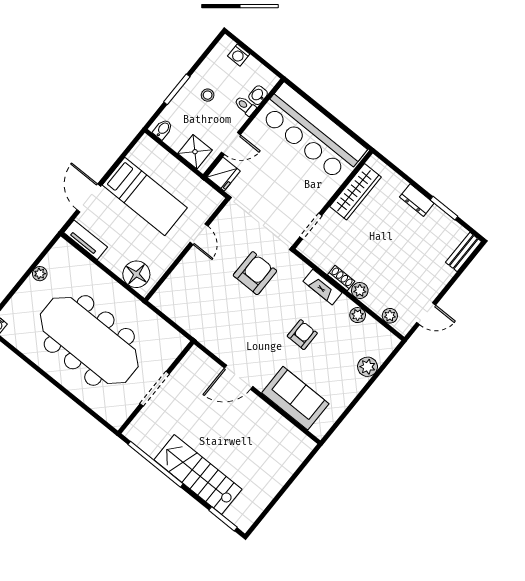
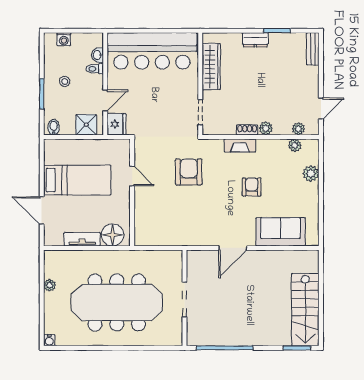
tv unit: (86, 240) -> (82, 239), moved
plant: (358, 315) -> (295, 145), moved
stairs: (198, 474) -> (305, 310), moved, turned -90

